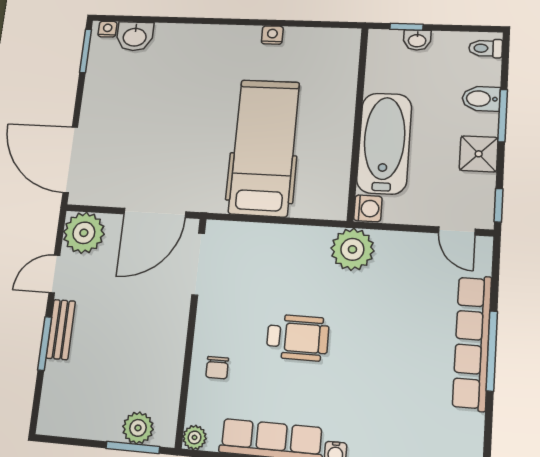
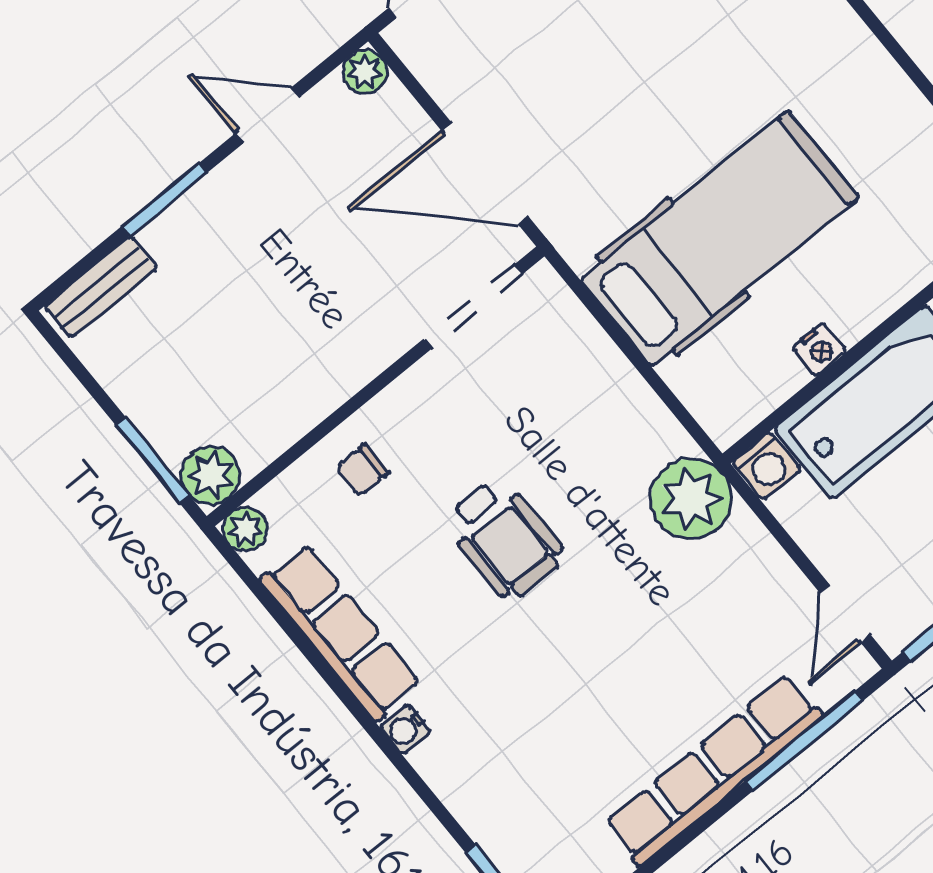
nightstand: (272, 35) -> (819, 349), moved, turned 90
plant: (84, 233) -> (365, 72), width x0.53, depth x0.53
bench: (61, 330) -> (101, 287), moved
window: (492, 351) -> (804, 741), moved
plant: (138, 428) -> (211, 475), moved

